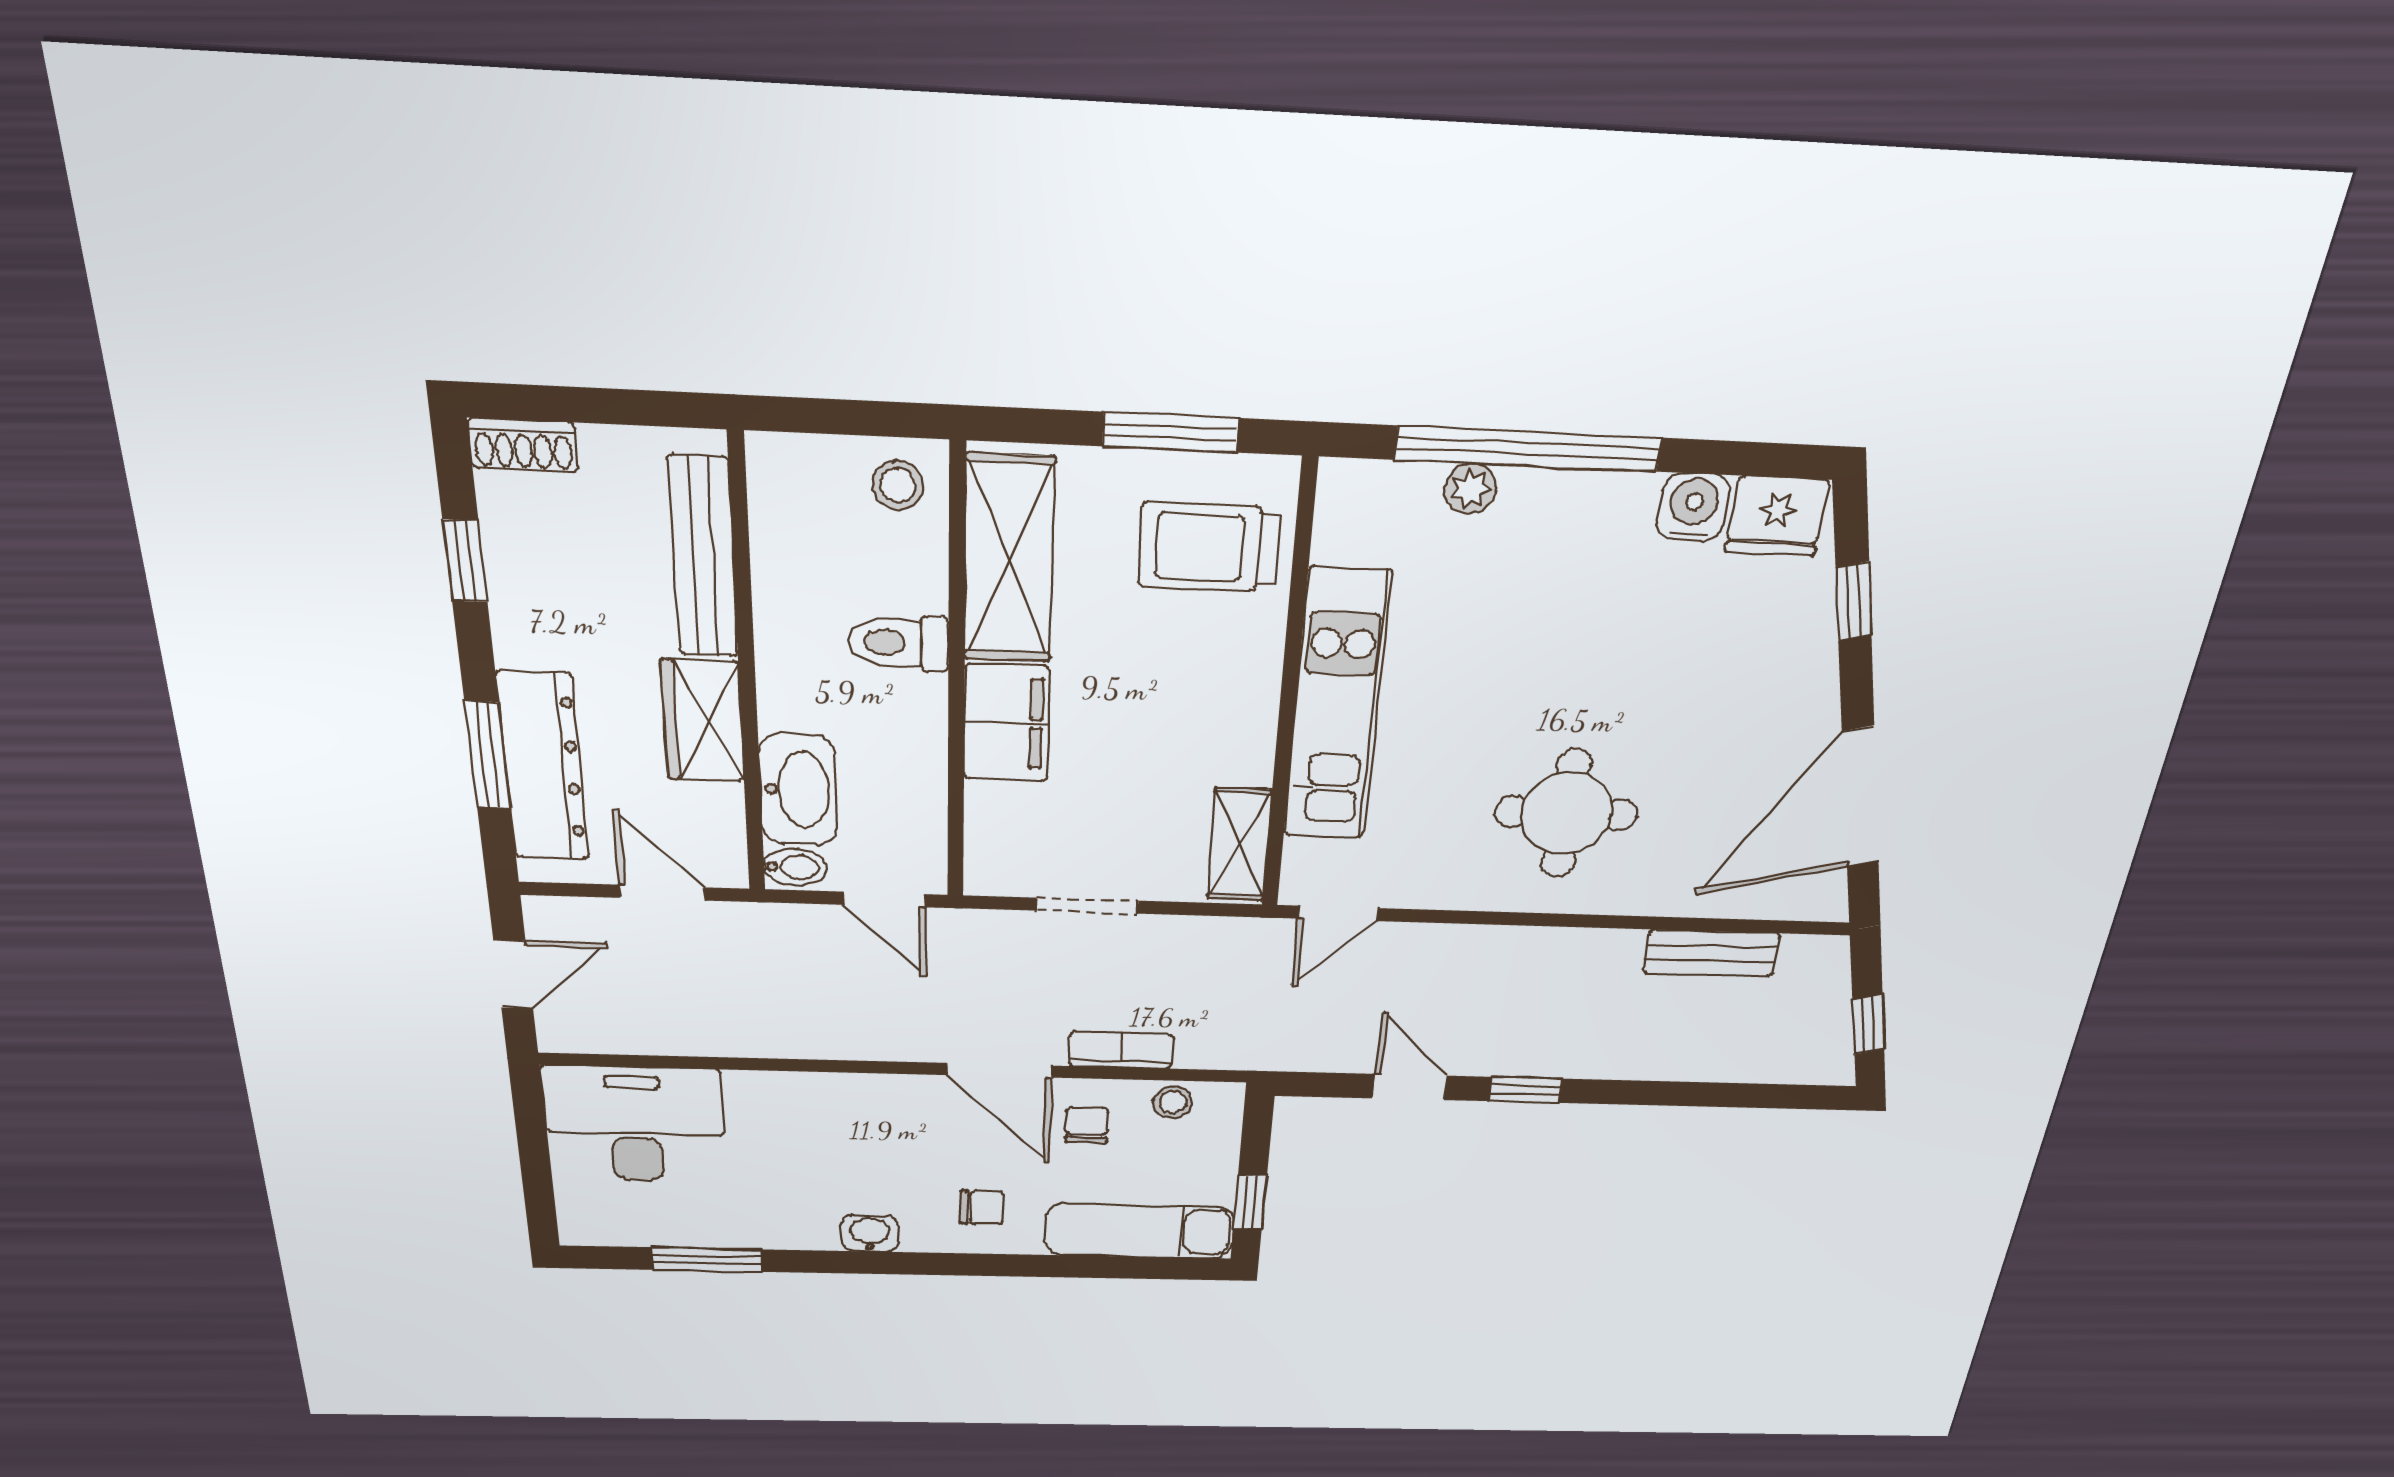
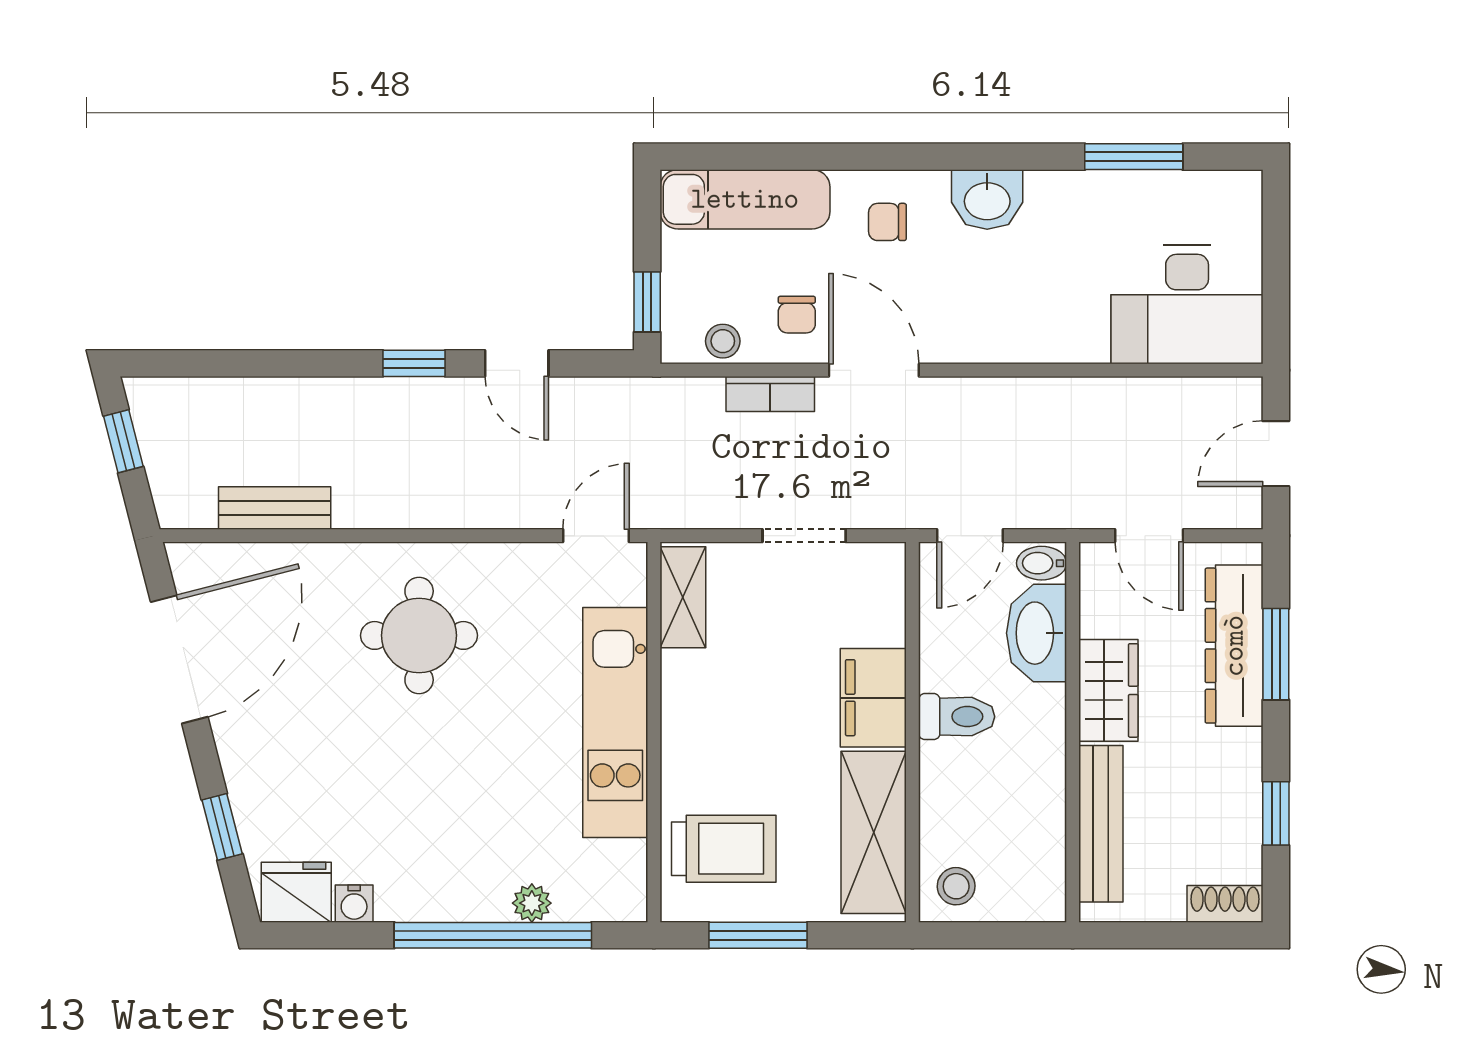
water cooler: (1693, 507) -> (354, 904), width x0.72, depth x0.72
toilet: (899, 643) -> (957, 717), moved
door: (884, 899) -> (970, 536), swing flipped
window: (1250, 1202) -> (647, 302), moved
washbasin: (870, 1233) -> (987, 199), width x1.38, depth x1.45

